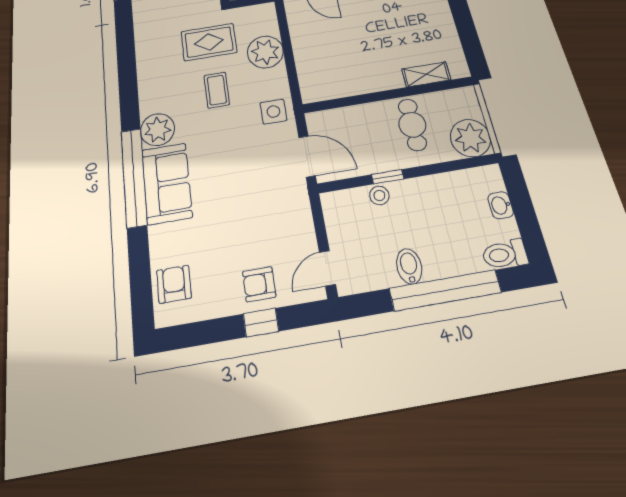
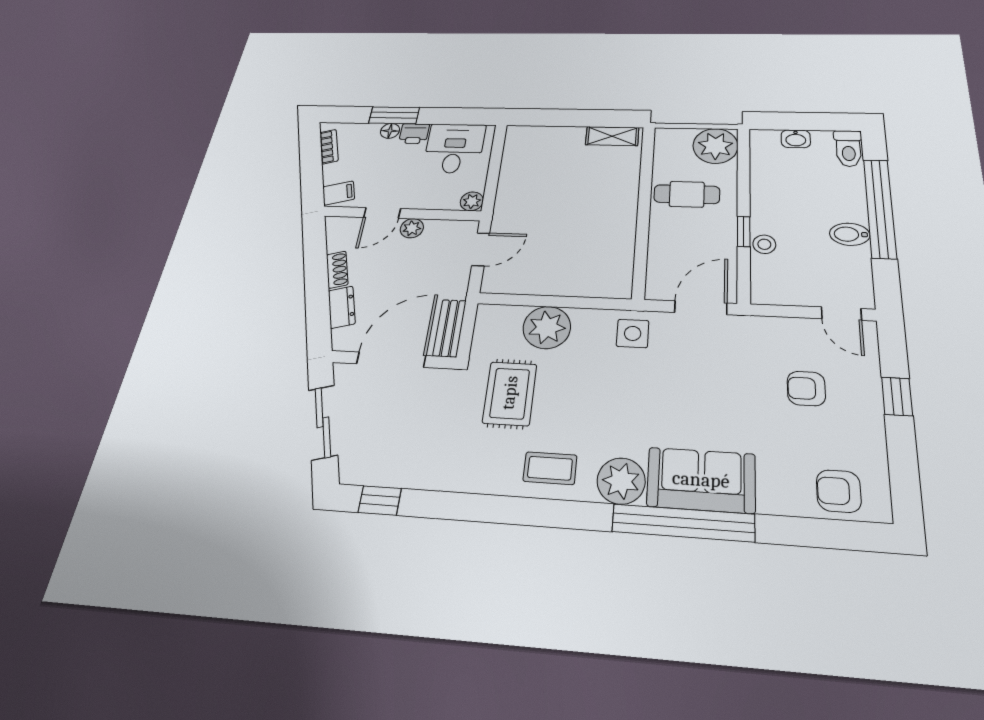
shelving: (426, 74) -> (612, 136), moved, turned 90
coffee table: (217, 90) -> (550, 468), moved
armchair: (259, 284) -> (806, 388), moved, turned 90

